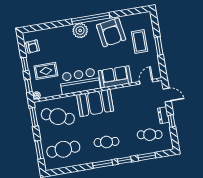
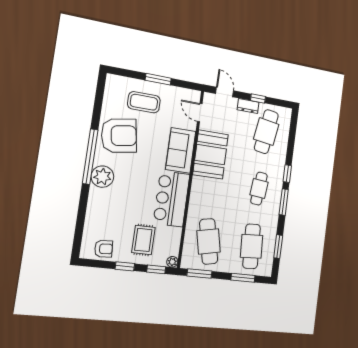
door: (167, 95) -> (225, 92), hinge flipped
booth: (95, 103) -> (211, 155), moved
cafe table: (58, 117) -> (209, 241), turned -33
cafe table: (150, 135) -> (266, 132), width x1.37, depth x1.35
window: (147, 157) -> (278, 247), moved

